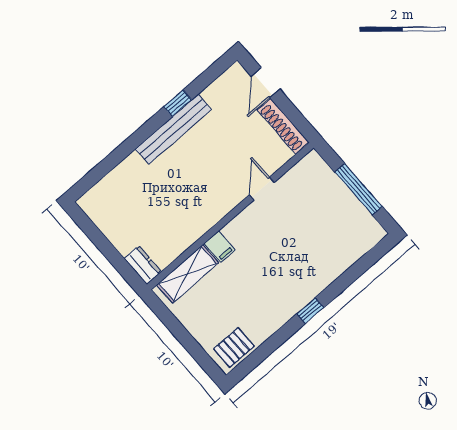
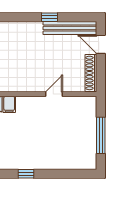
door: (265, 83) -> (101, 44), hinge flipped
bench: (173, 129) -> (70, 28), moved

